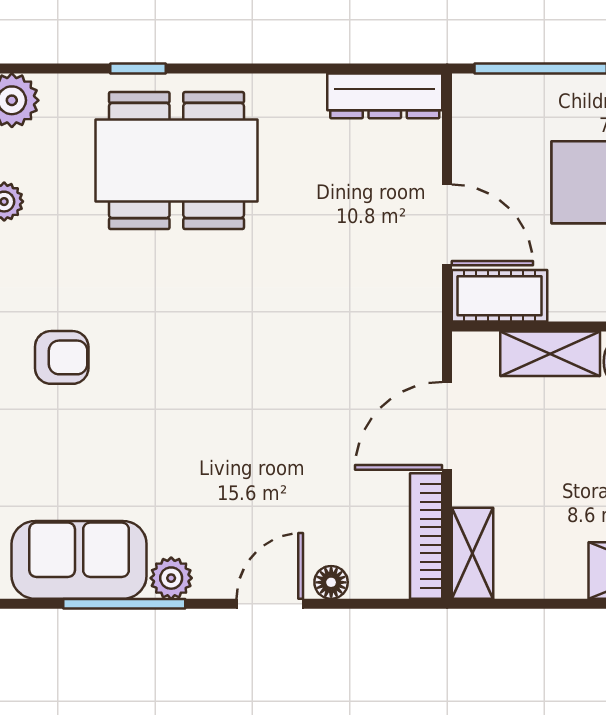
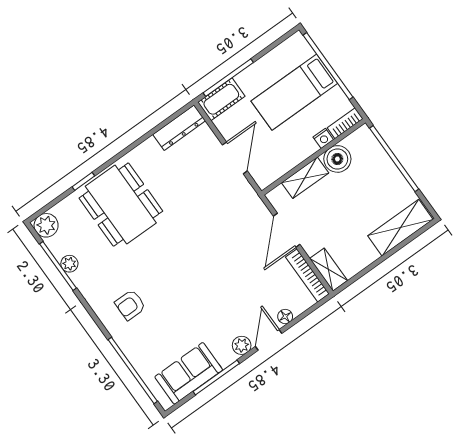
dining table: (176, 161) -> (121, 205), turned 90
door: (447, 225) -> (235, 158), hinge flipped
cot: (499, 296) -> (221, 99), moved
armchair: (62, 357) -> (130, 305), turned 180
plant: (171, 578) -> (242, 345), moved

